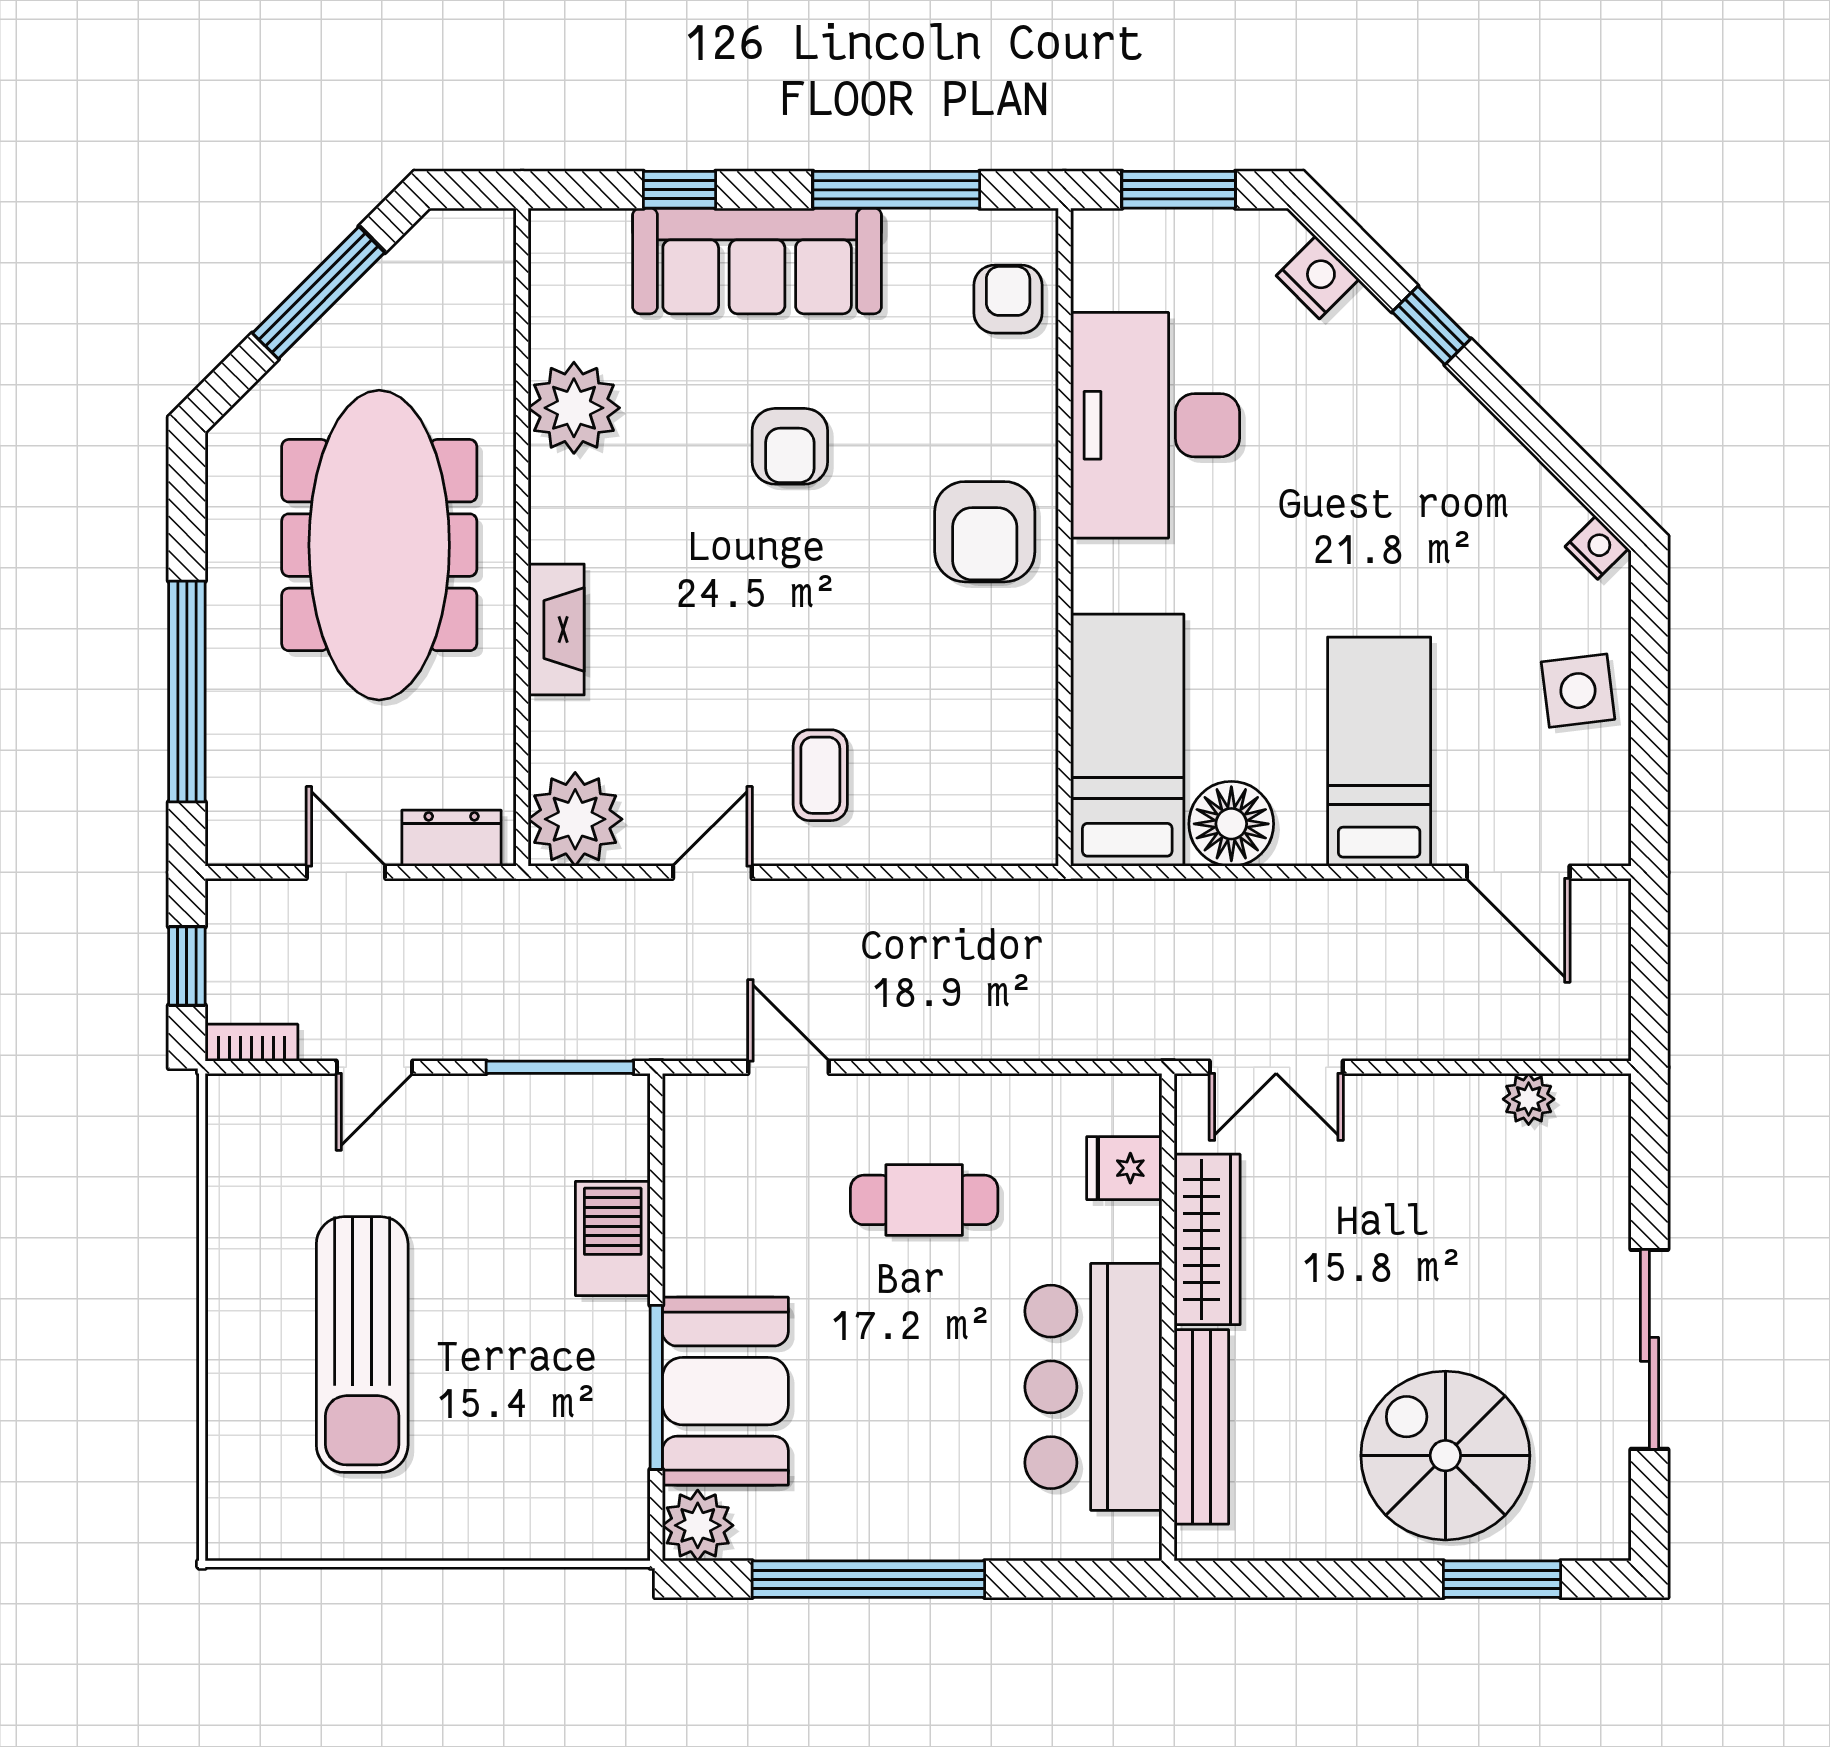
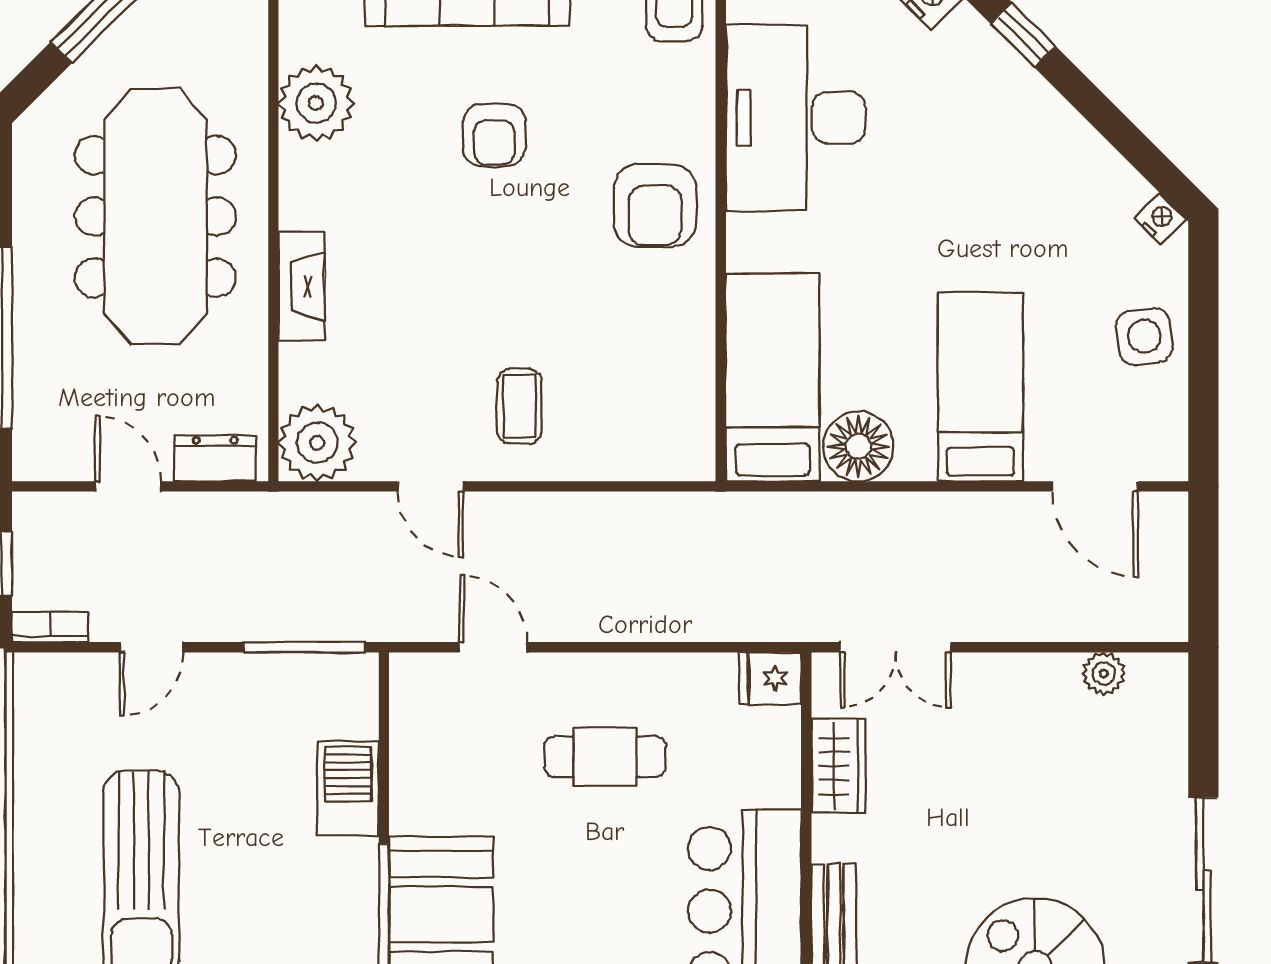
door: (712, 872) -> (430, 486), swing flipped
fridge: (1124, 1168) -> (770, 678), moved
wardrobe: (1207, 1239) -> (838, 766), width x0.67

